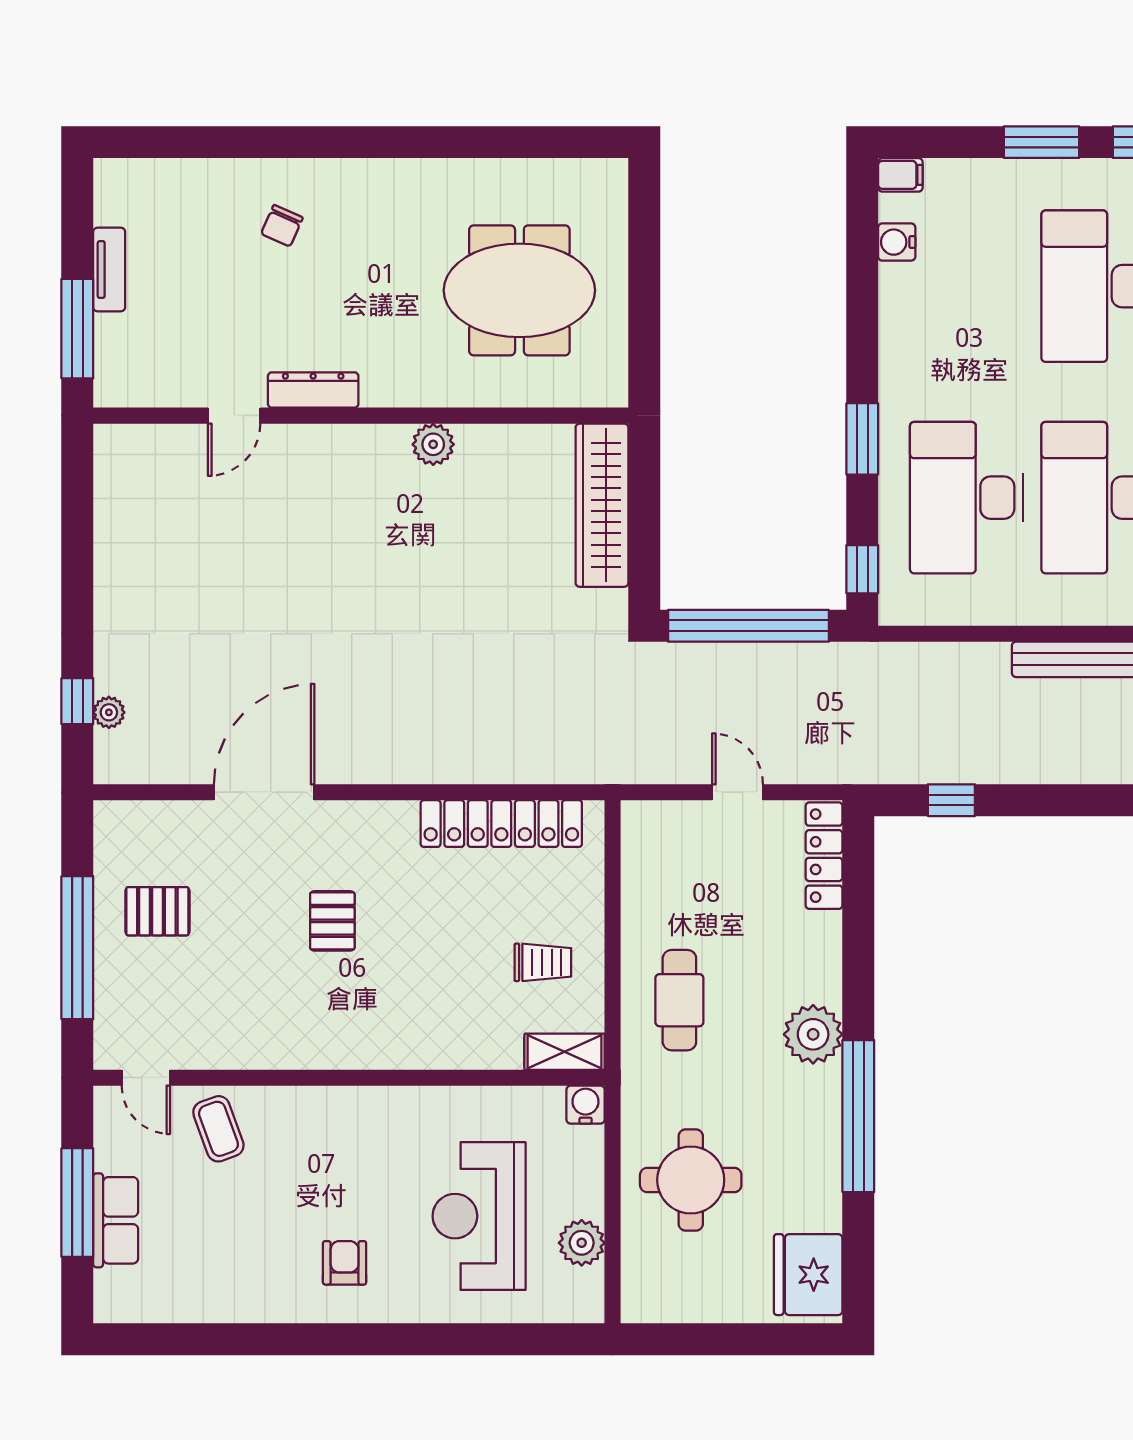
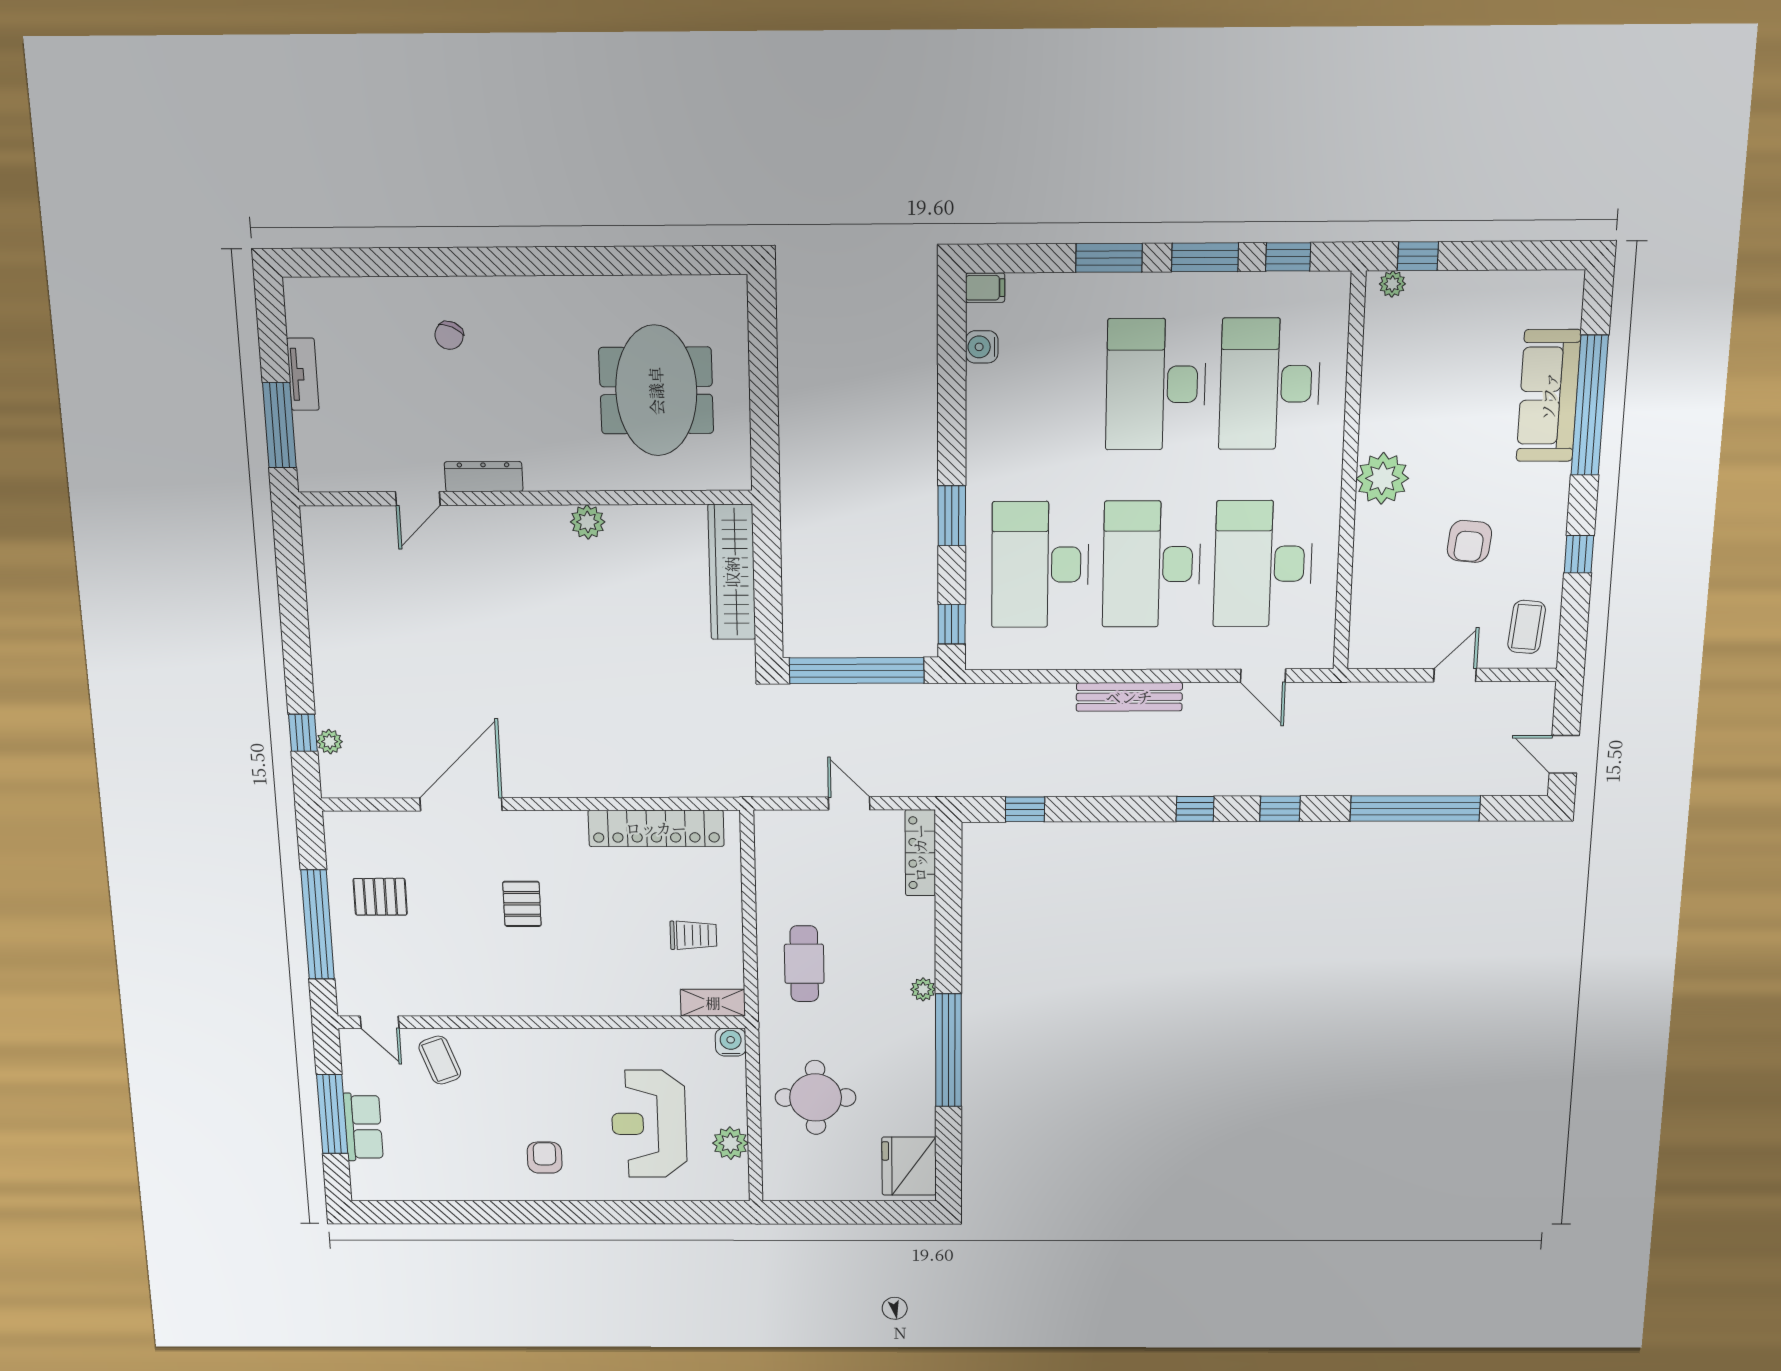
meeting table: (519, 290) -> (656, 391), turned 90
plant: (813, 1034) -> (923, 989), width x0.53, depth x0.53

